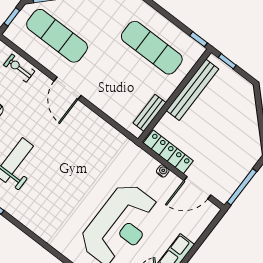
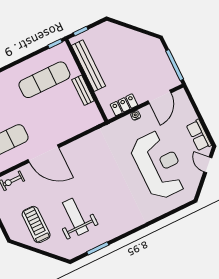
door: (68, 88) -> (43, 154), width x1.36
bench: (150, 113) -> (83, 90), moved
locker: (168, 152) -> (124, 105), width x0.66

